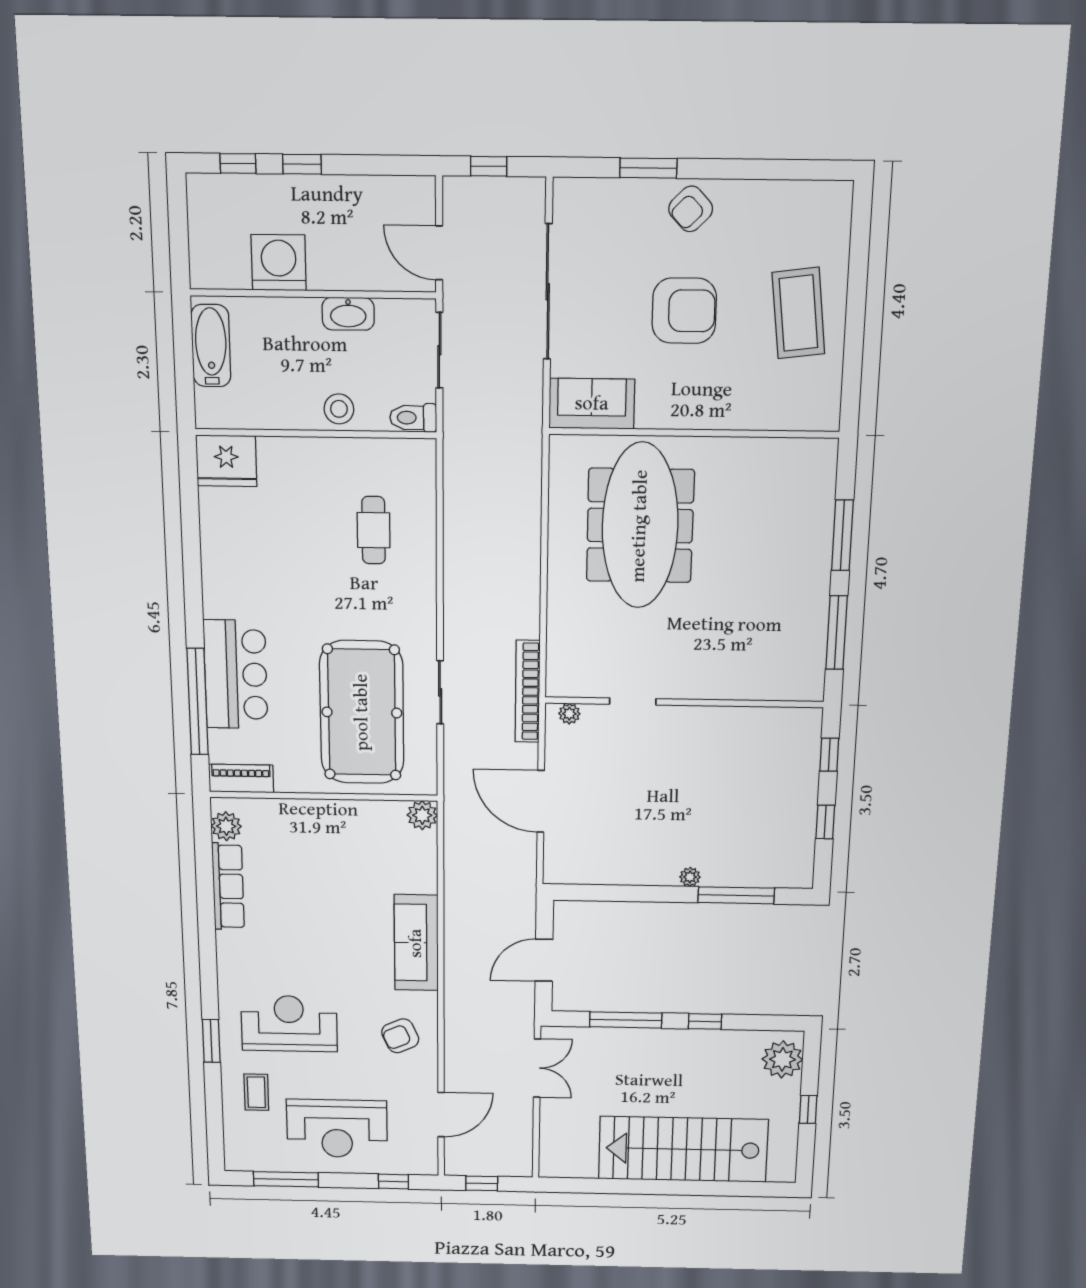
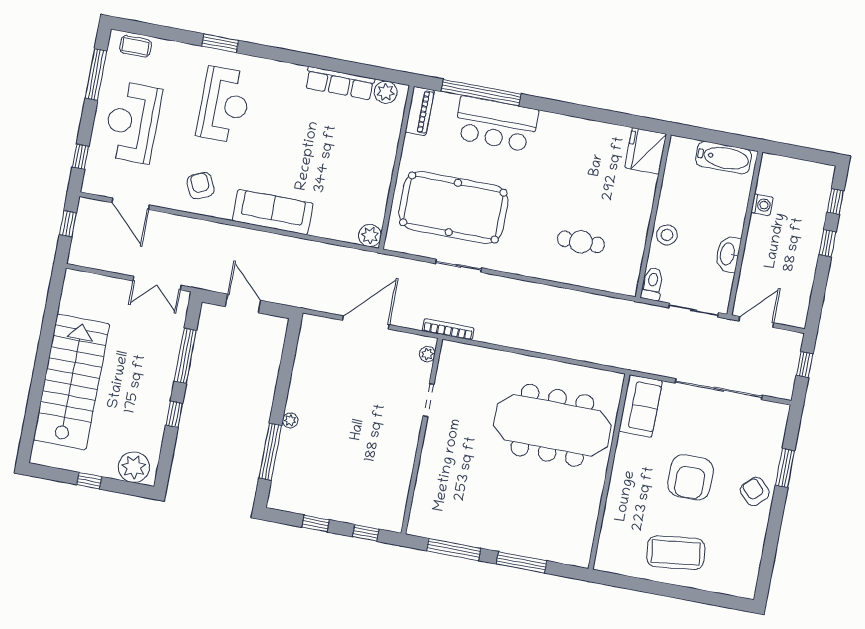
washing machine: (279, 263) -> (762, 205), width x0.53, depth x0.53
bookcase: (528, 691) -> (448, 329), width x0.68, depth x0.76
coffee table: (256, 1092) -> (136, 46), moved

